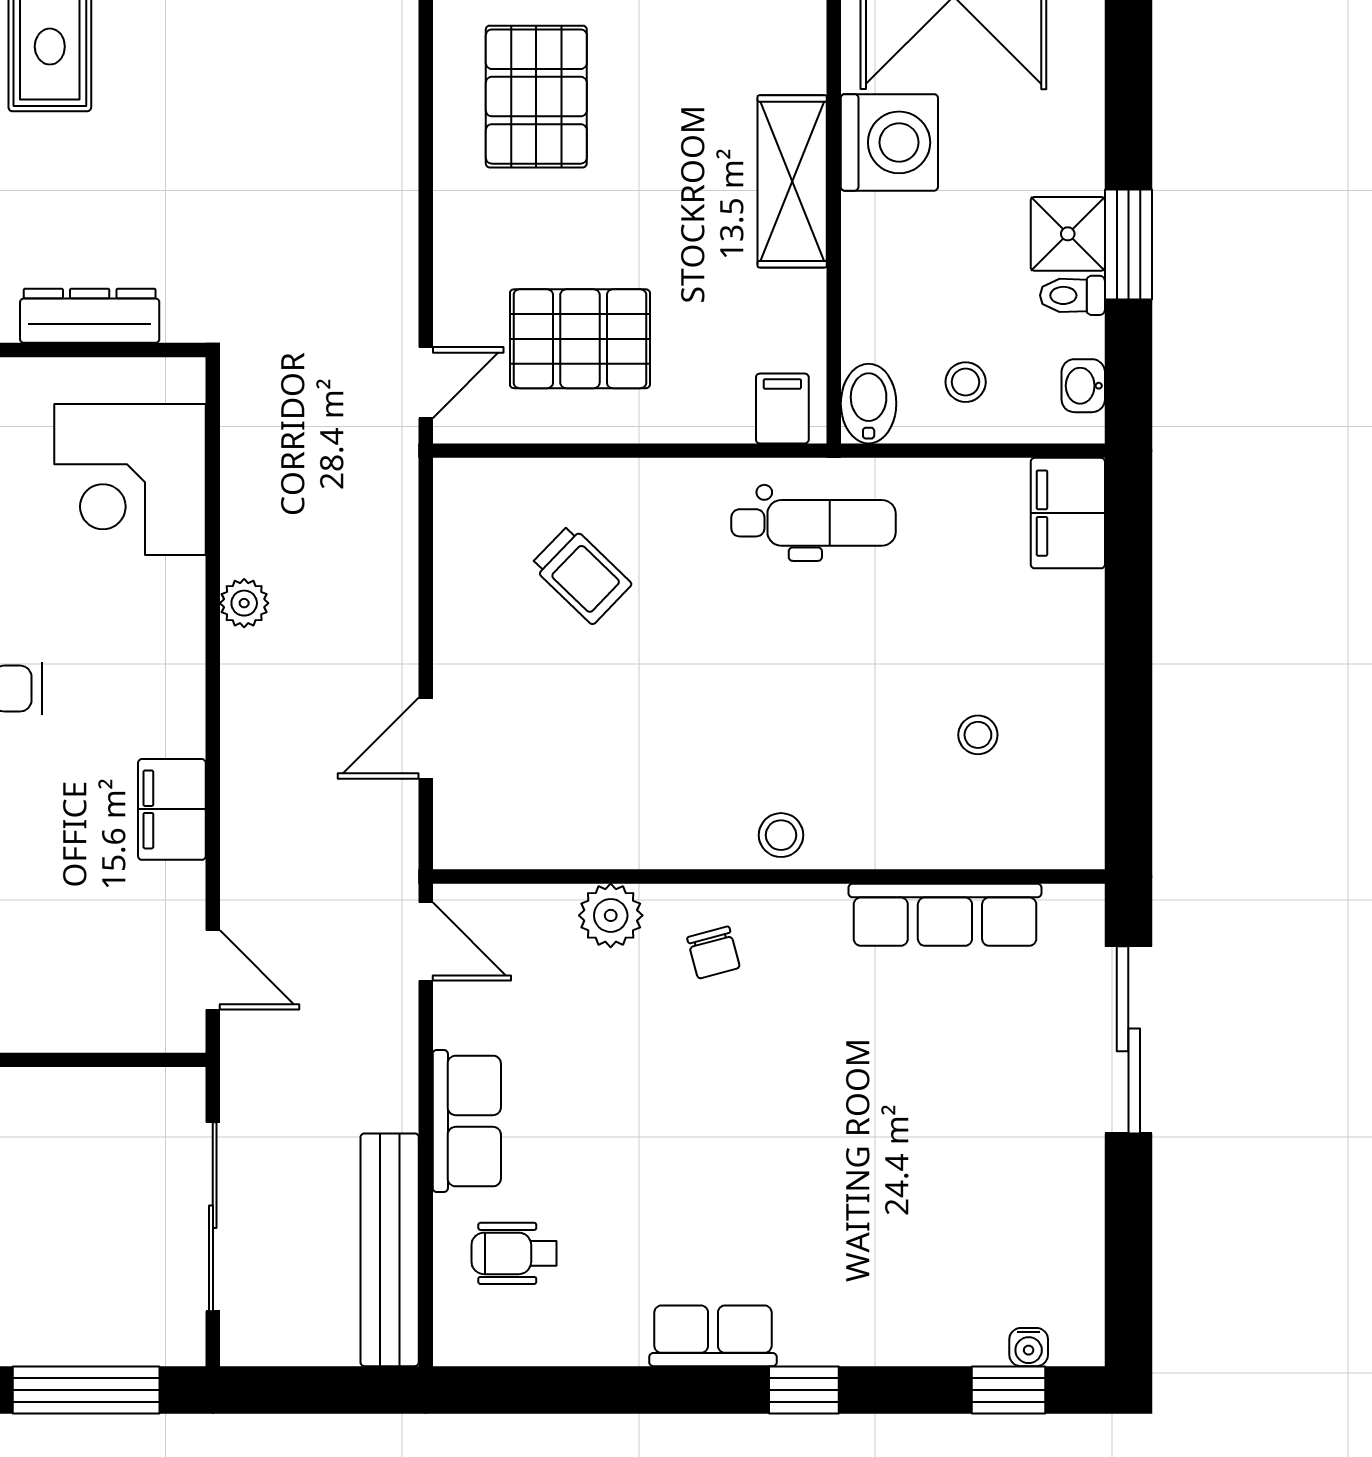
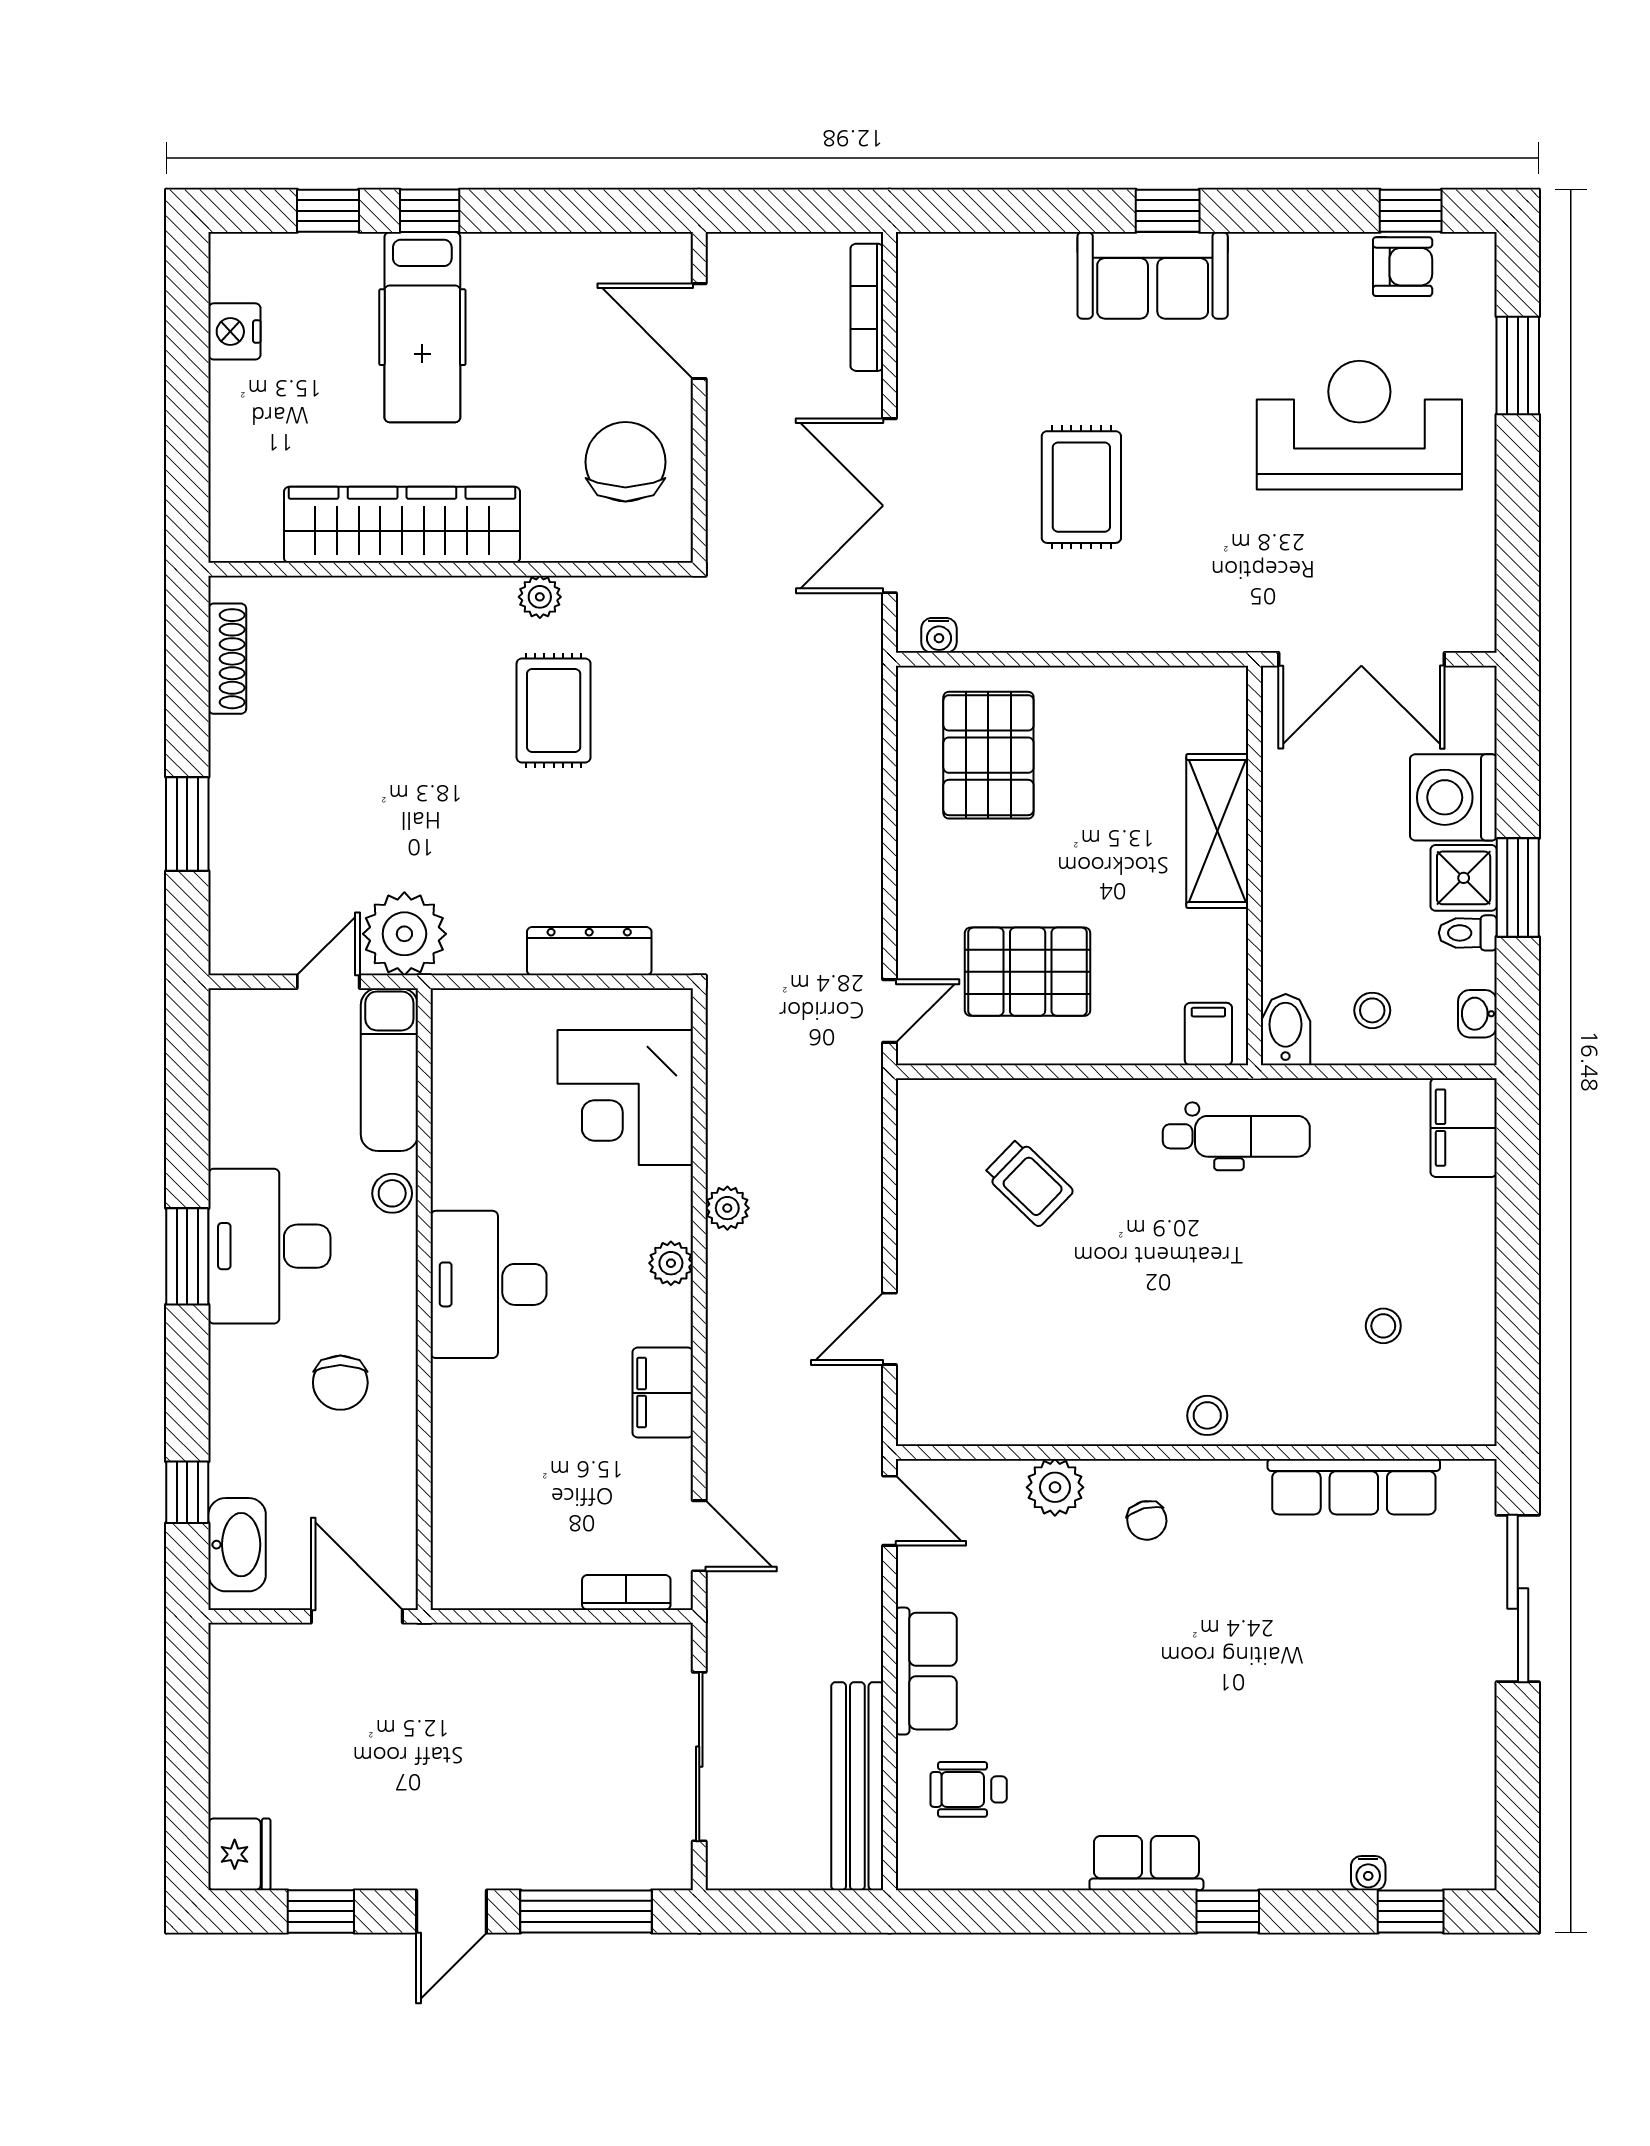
washing machine: (889, 142) -> (1453, 797), moved, turned 180
plant: (181, 665) -> (671, 1263), added
bookcase: (131, 1033) -> (626, 1592), added
water cooler: (1029, 1347) -> (1368, 1873), moved

